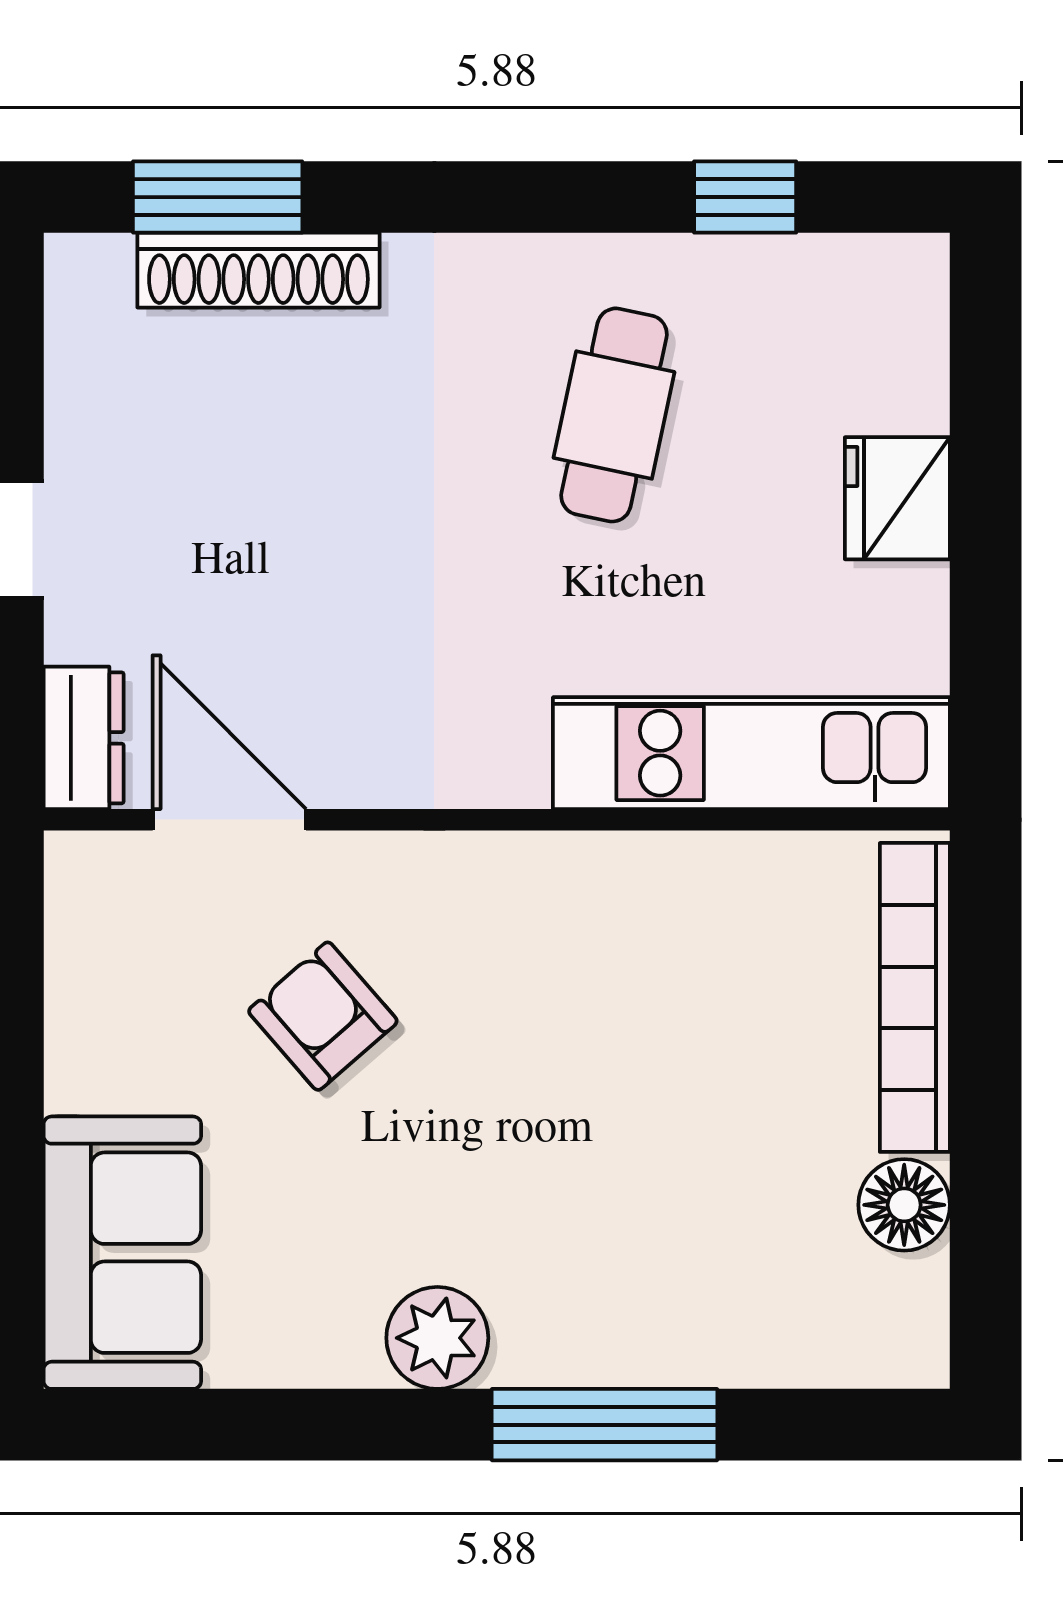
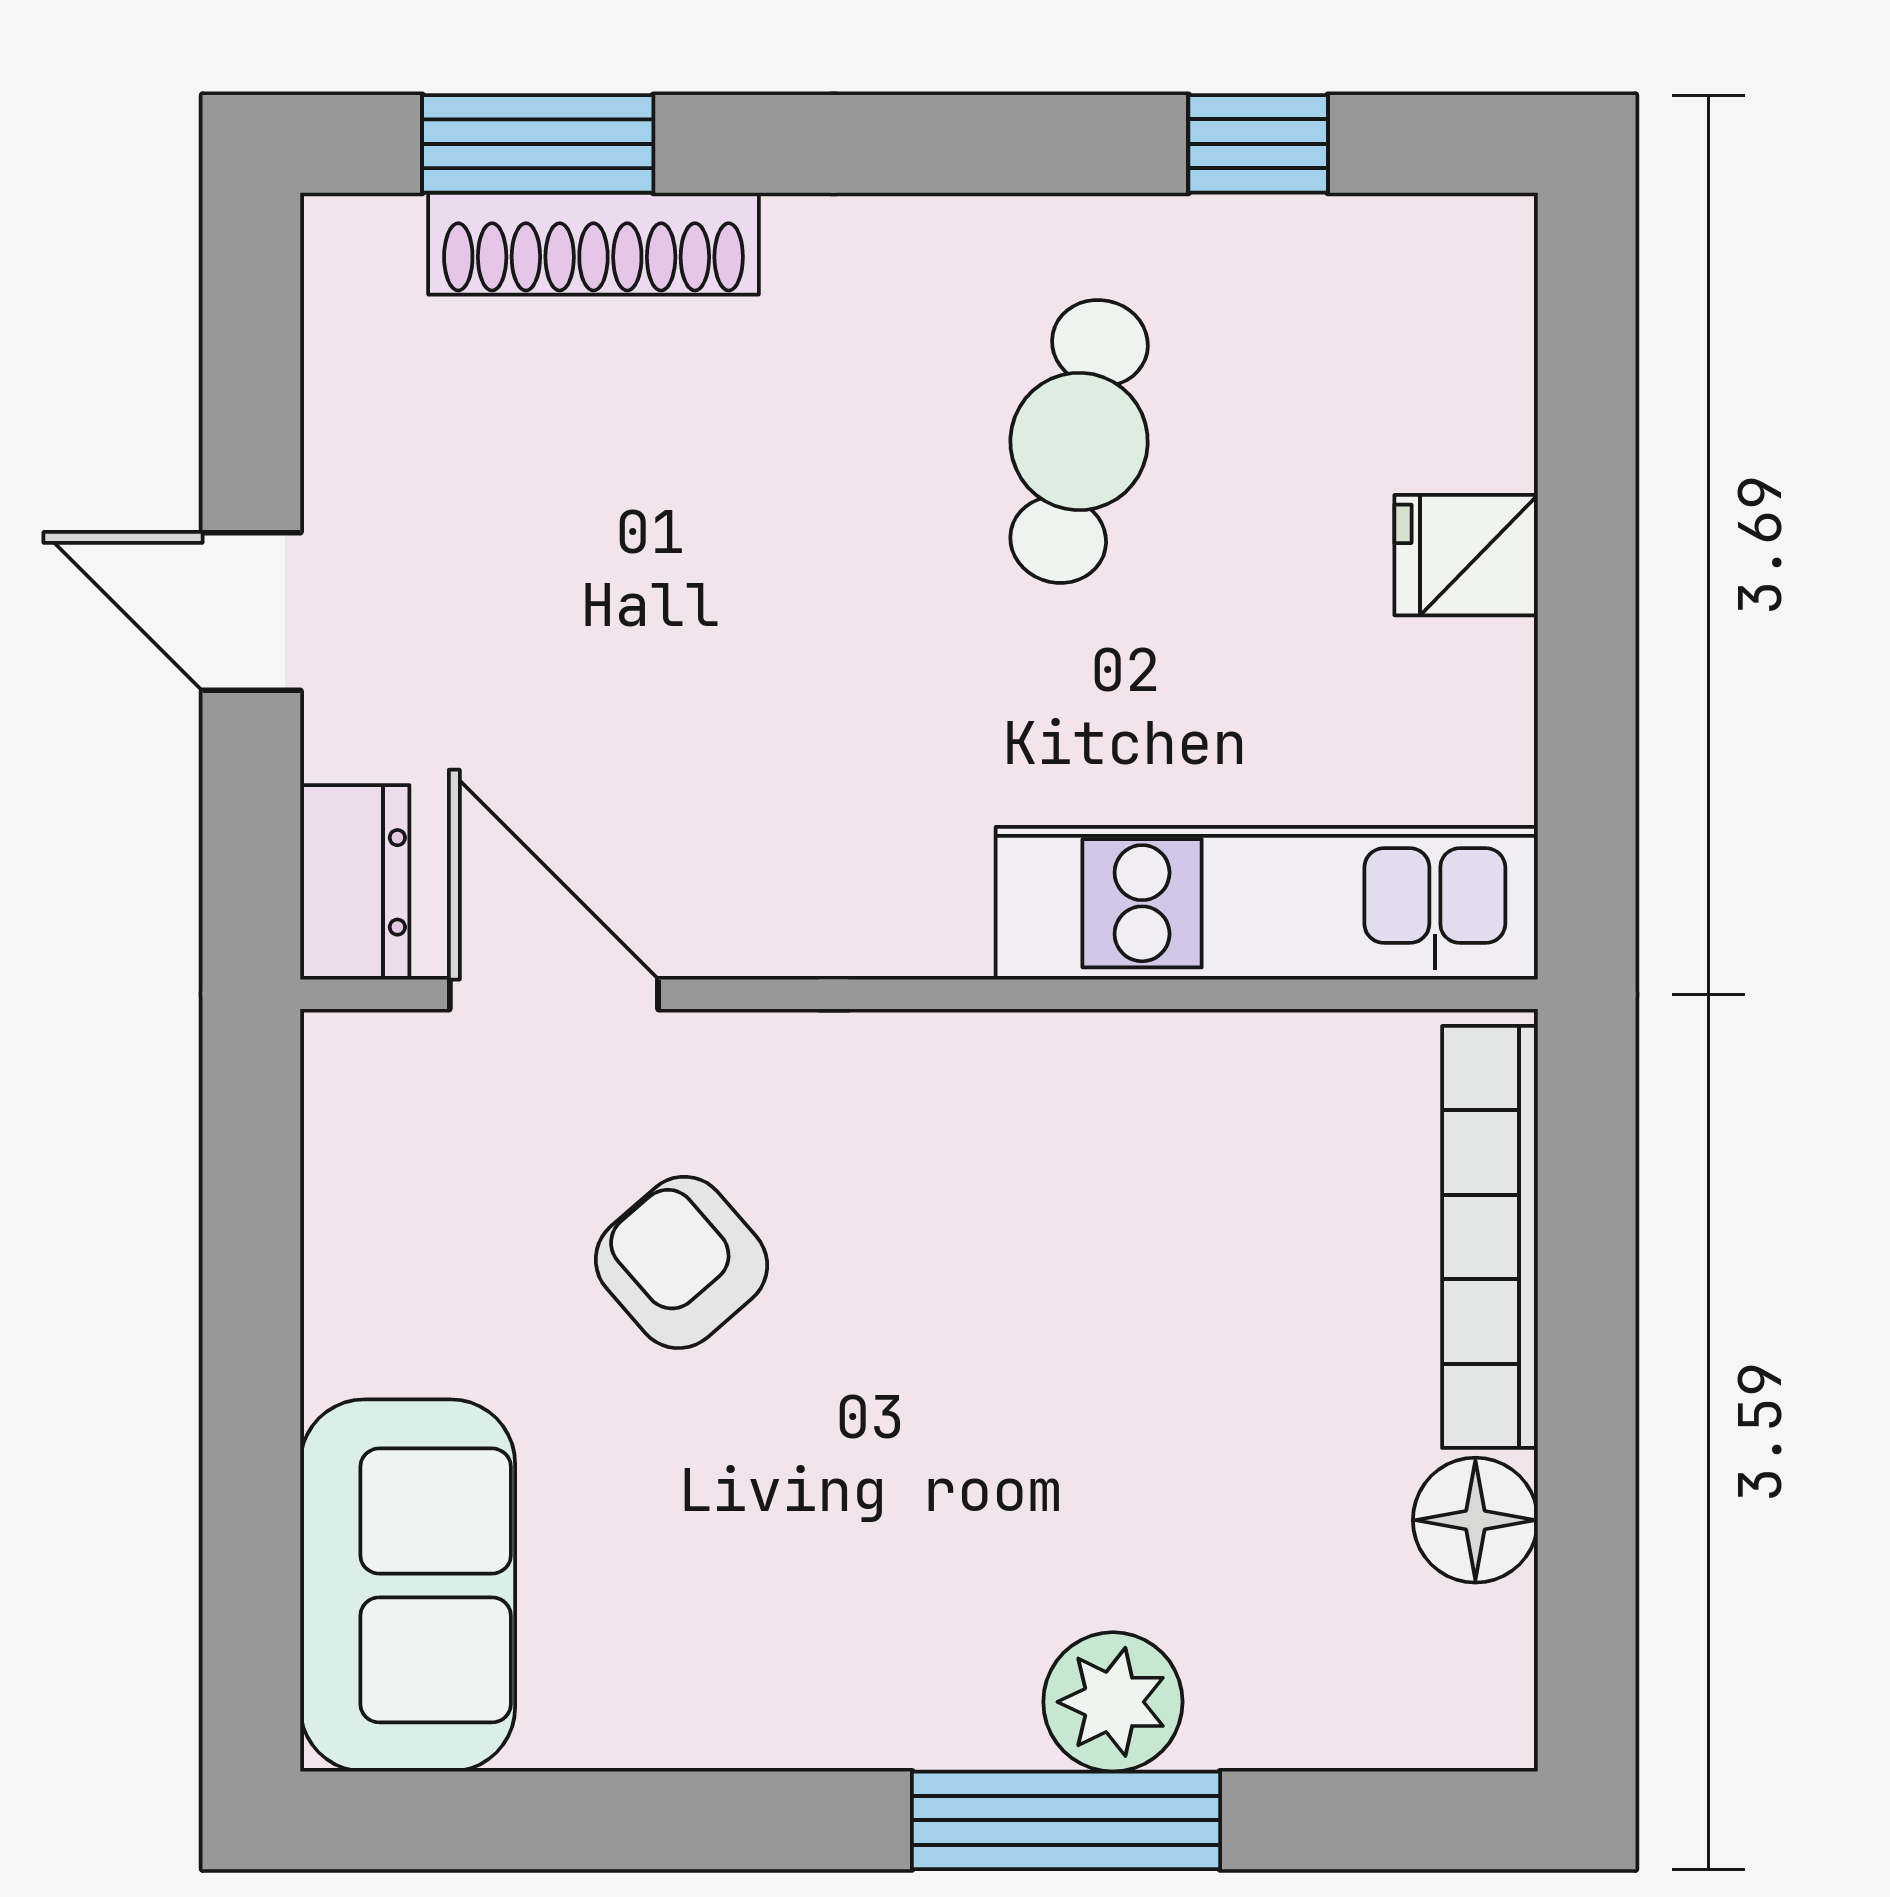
fridge: (897, 498) -> (1466, 555), width x0.72
plant: (437, 1338) -> (1113, 1702), moved

